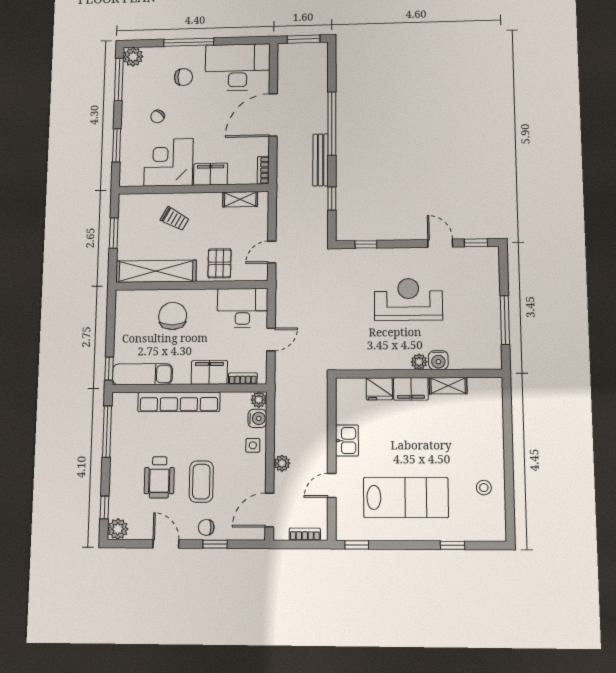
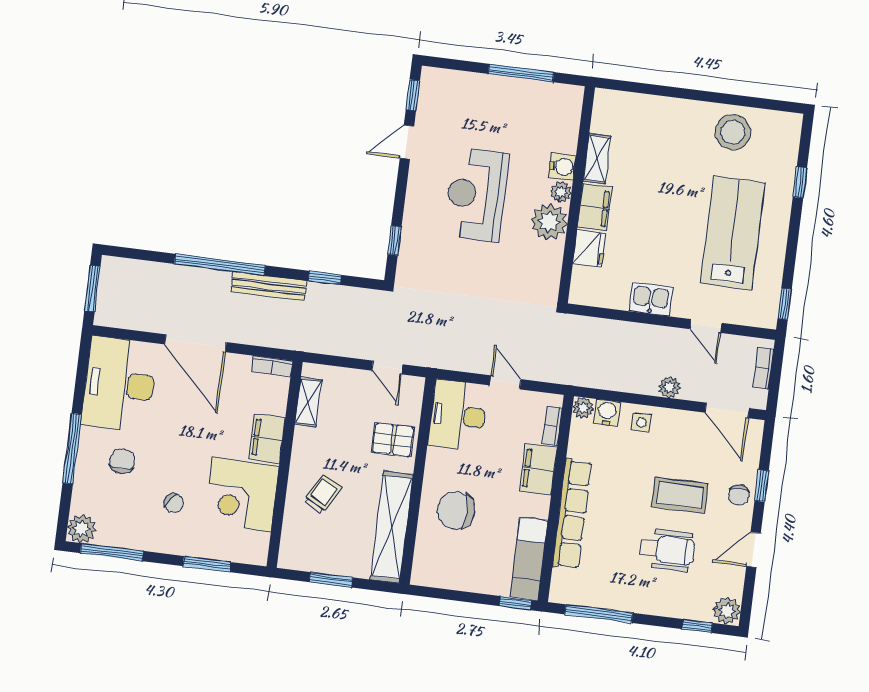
plant: (395, 356) -> (549, 222), added
stool: (484, 488) -> (733, 132), width x1.89, depth x1.89

